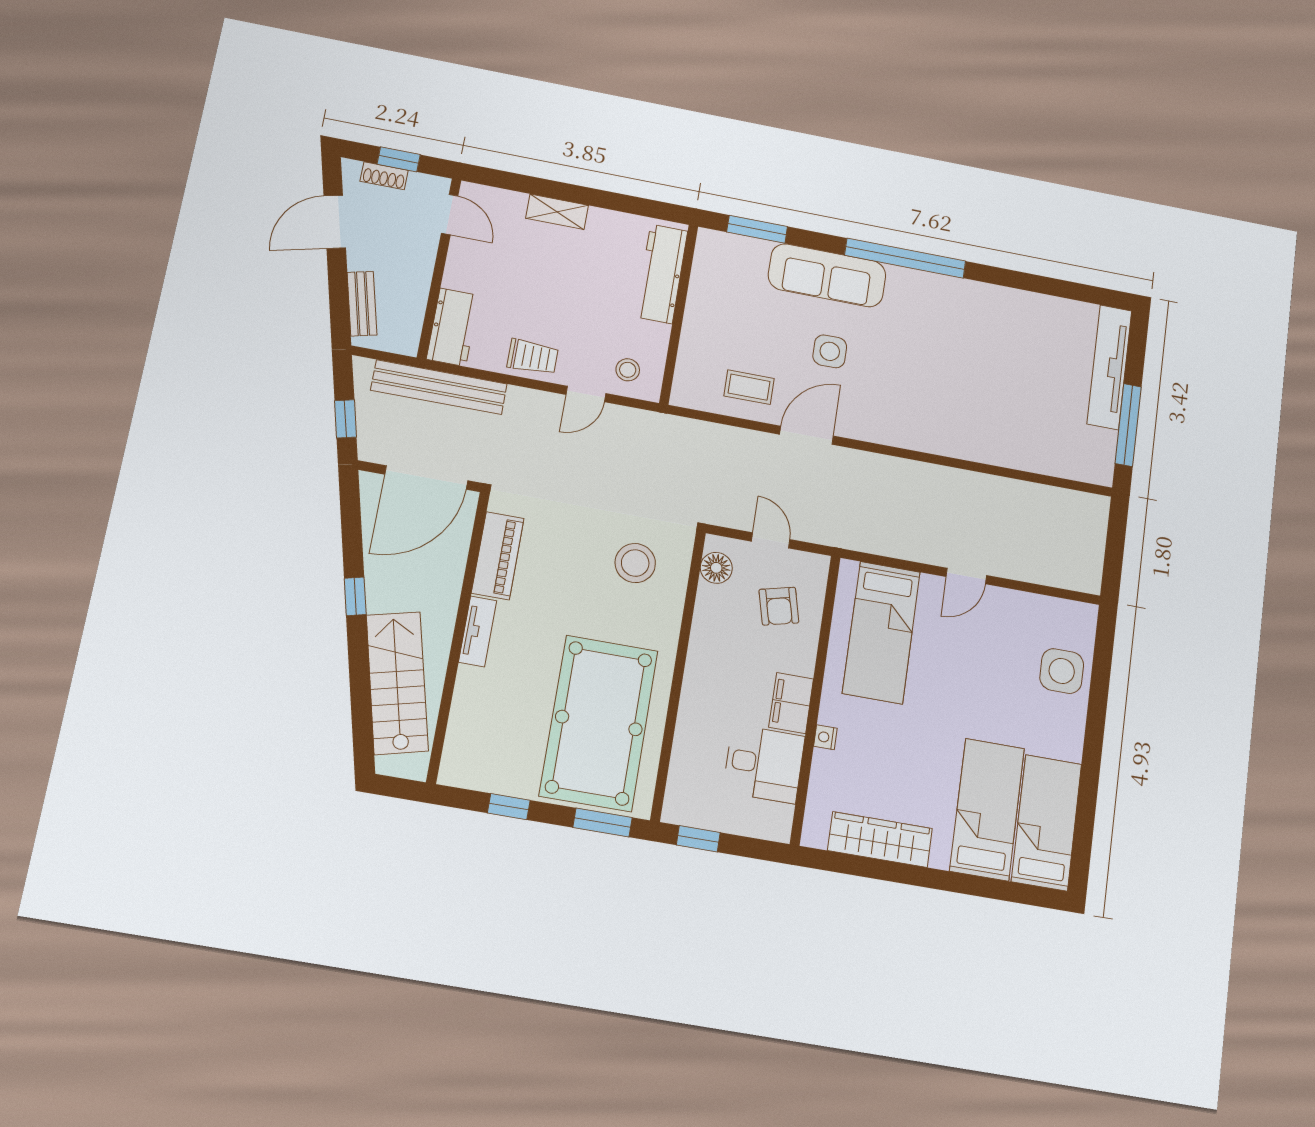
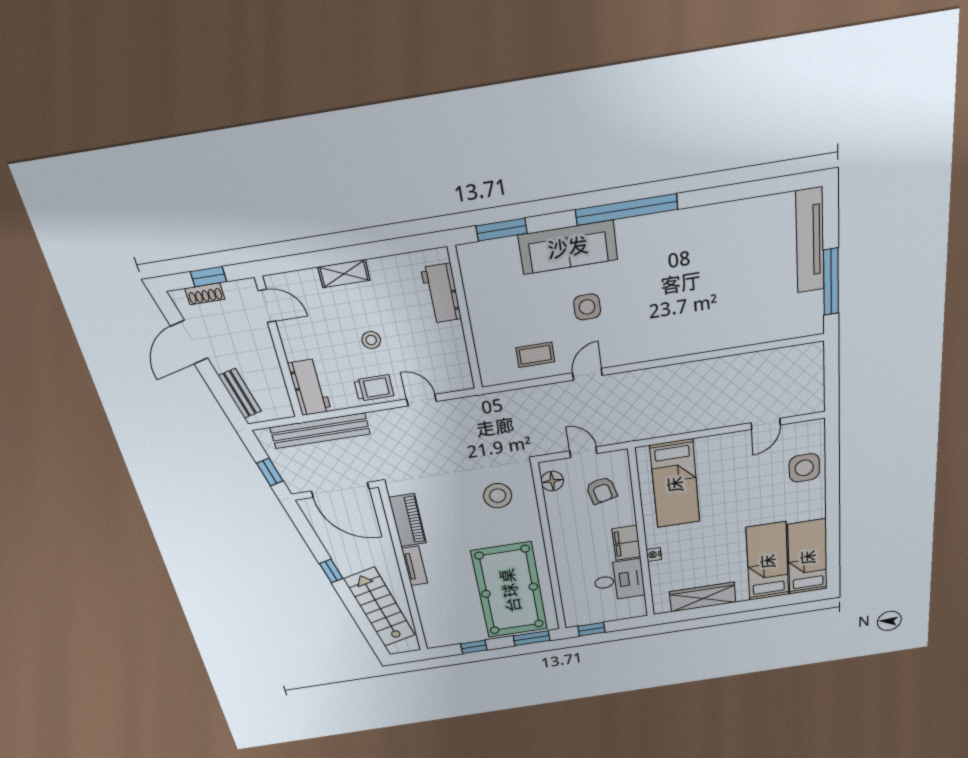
workbench: (662, 274) -> (441, 293), width x0.73
stool: (628, 370) -> (371, 340), moved
door: (586, 394) -> (422, 400), swing flipped
door: (806, 435) -> (587, 374), width x0.73
door: (426, 478) -> (340, 490), hinge flipped
door: (966, 576) -> (766, 424), moved

